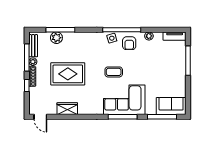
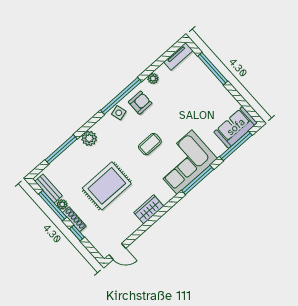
plant: (56, 38) -> (89, 138), moved
armchair: (129, 43) -> (140, 103), turned -90
wardrobe: (67, 109) -> (149, 209), moved

